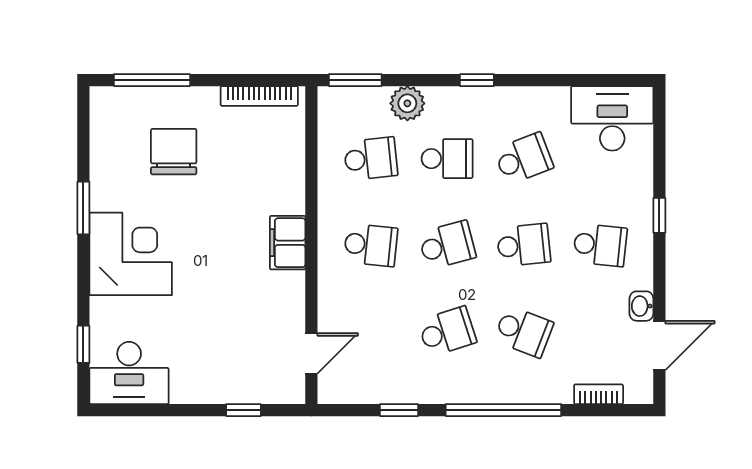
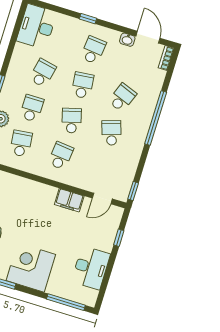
school desk: (524, 159) -> (43, 73), turned 33
filing cabinet: (288, 243) -> (69, 200), moved
window: (83, 344) -> (66, 302), width x2.17
door: (311, 353) -> (102, 198), swing flipped
desk: (129, 373) -> (91, 268), moved
bookcase: (599, 394) -> (166, 58), moved
window: (399, 410) -> (133, 191), moved

